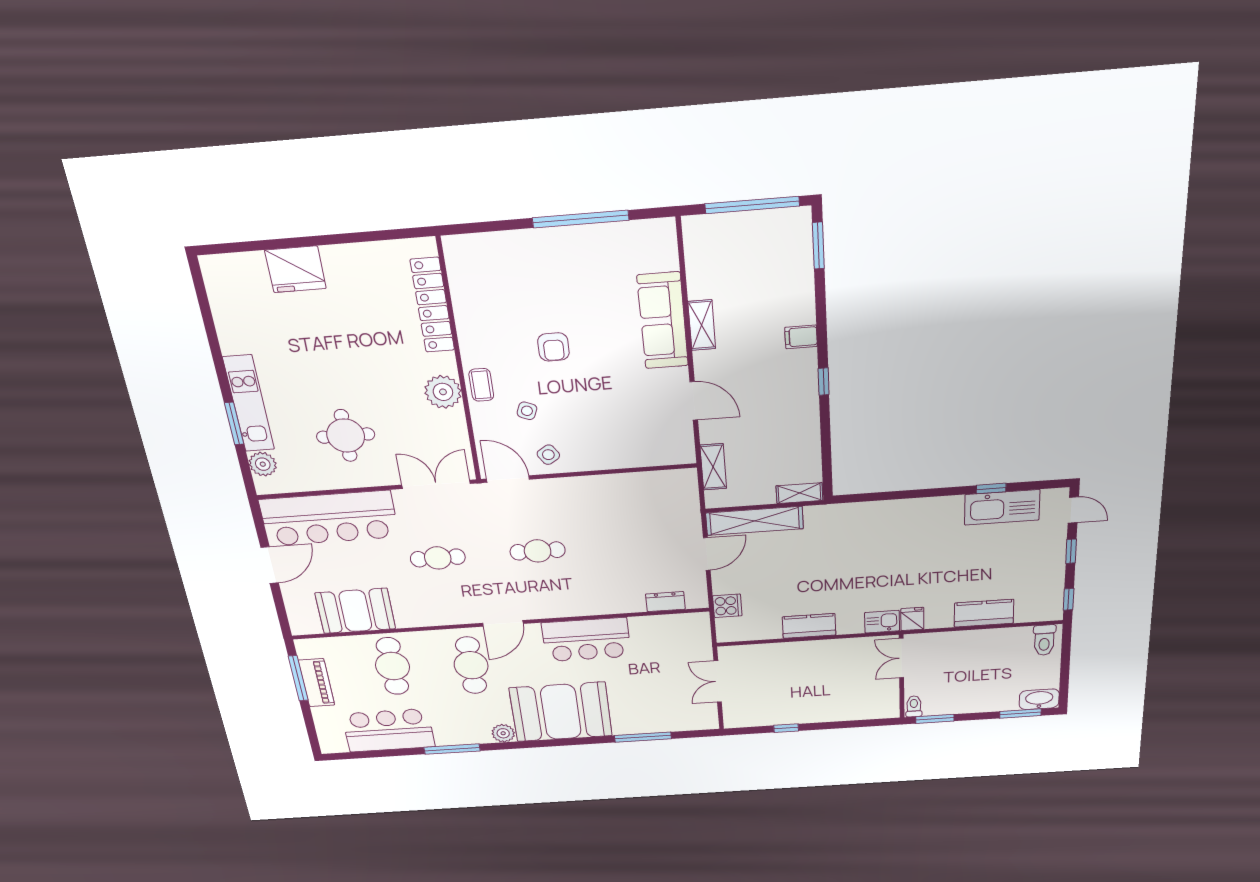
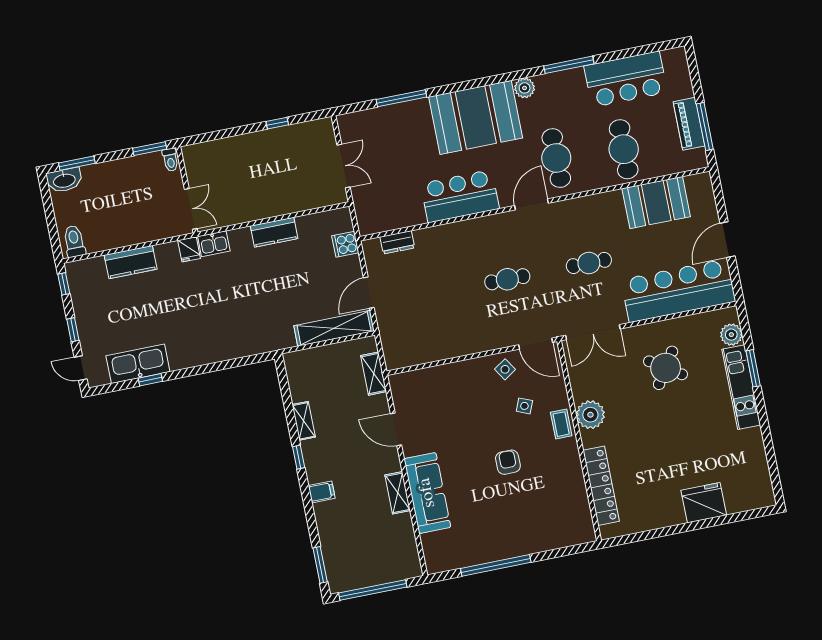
round table: (346, 436) -> (666, 368), turned 33
shelving: (799, 493) -> (304, 421), moved, turned 90

